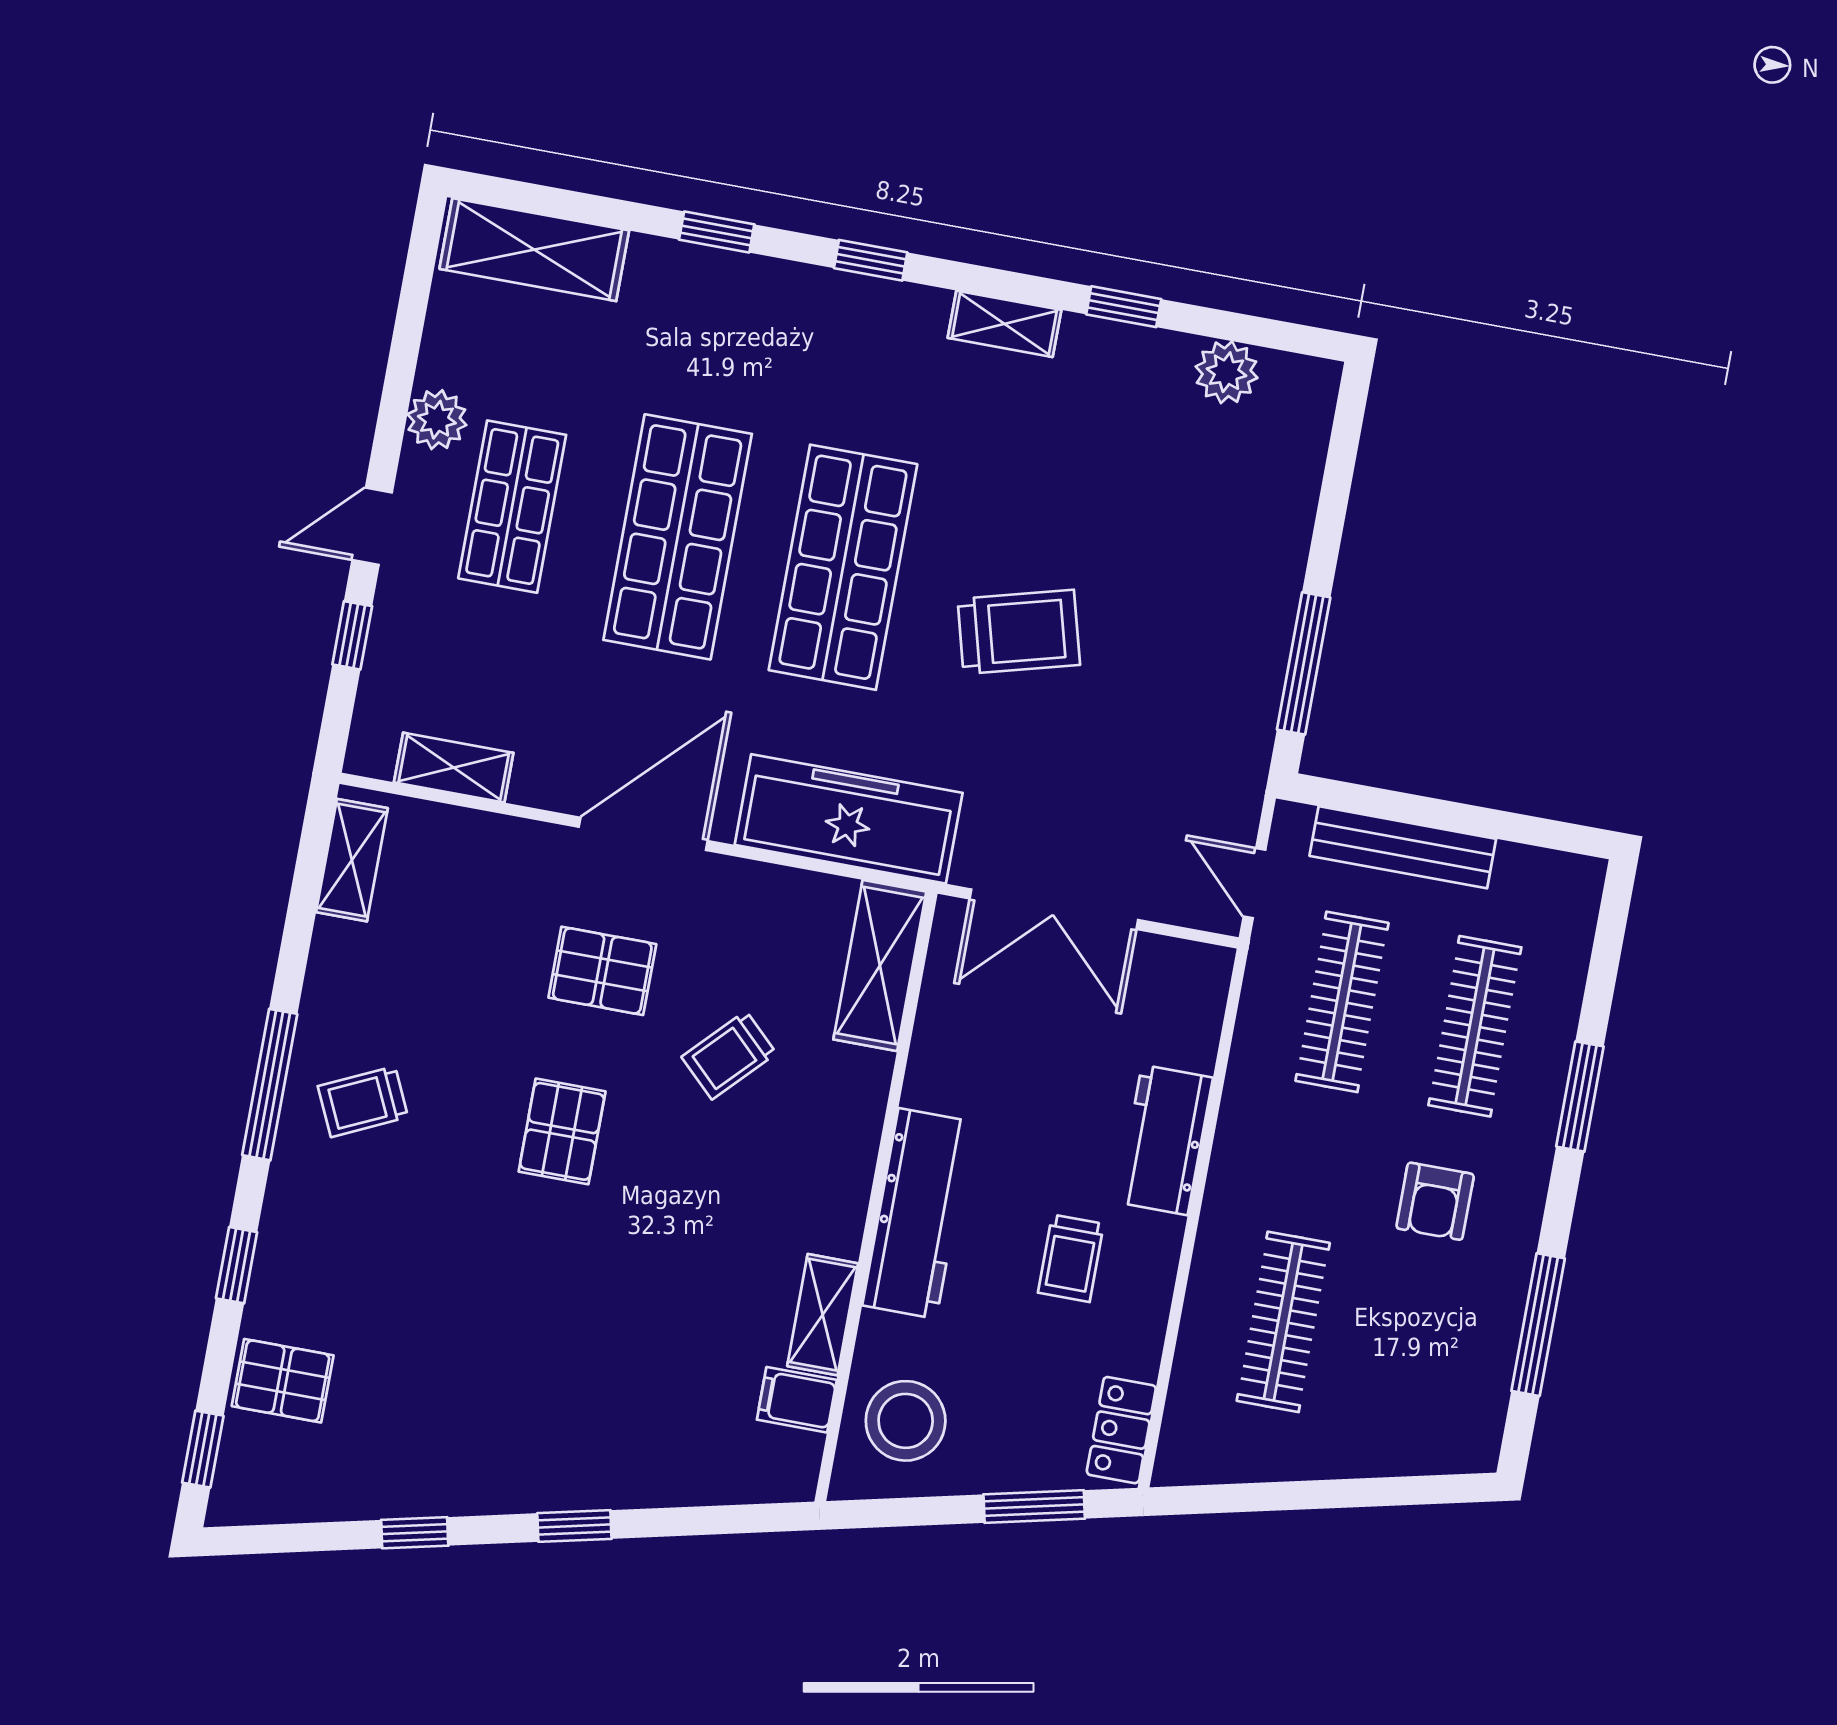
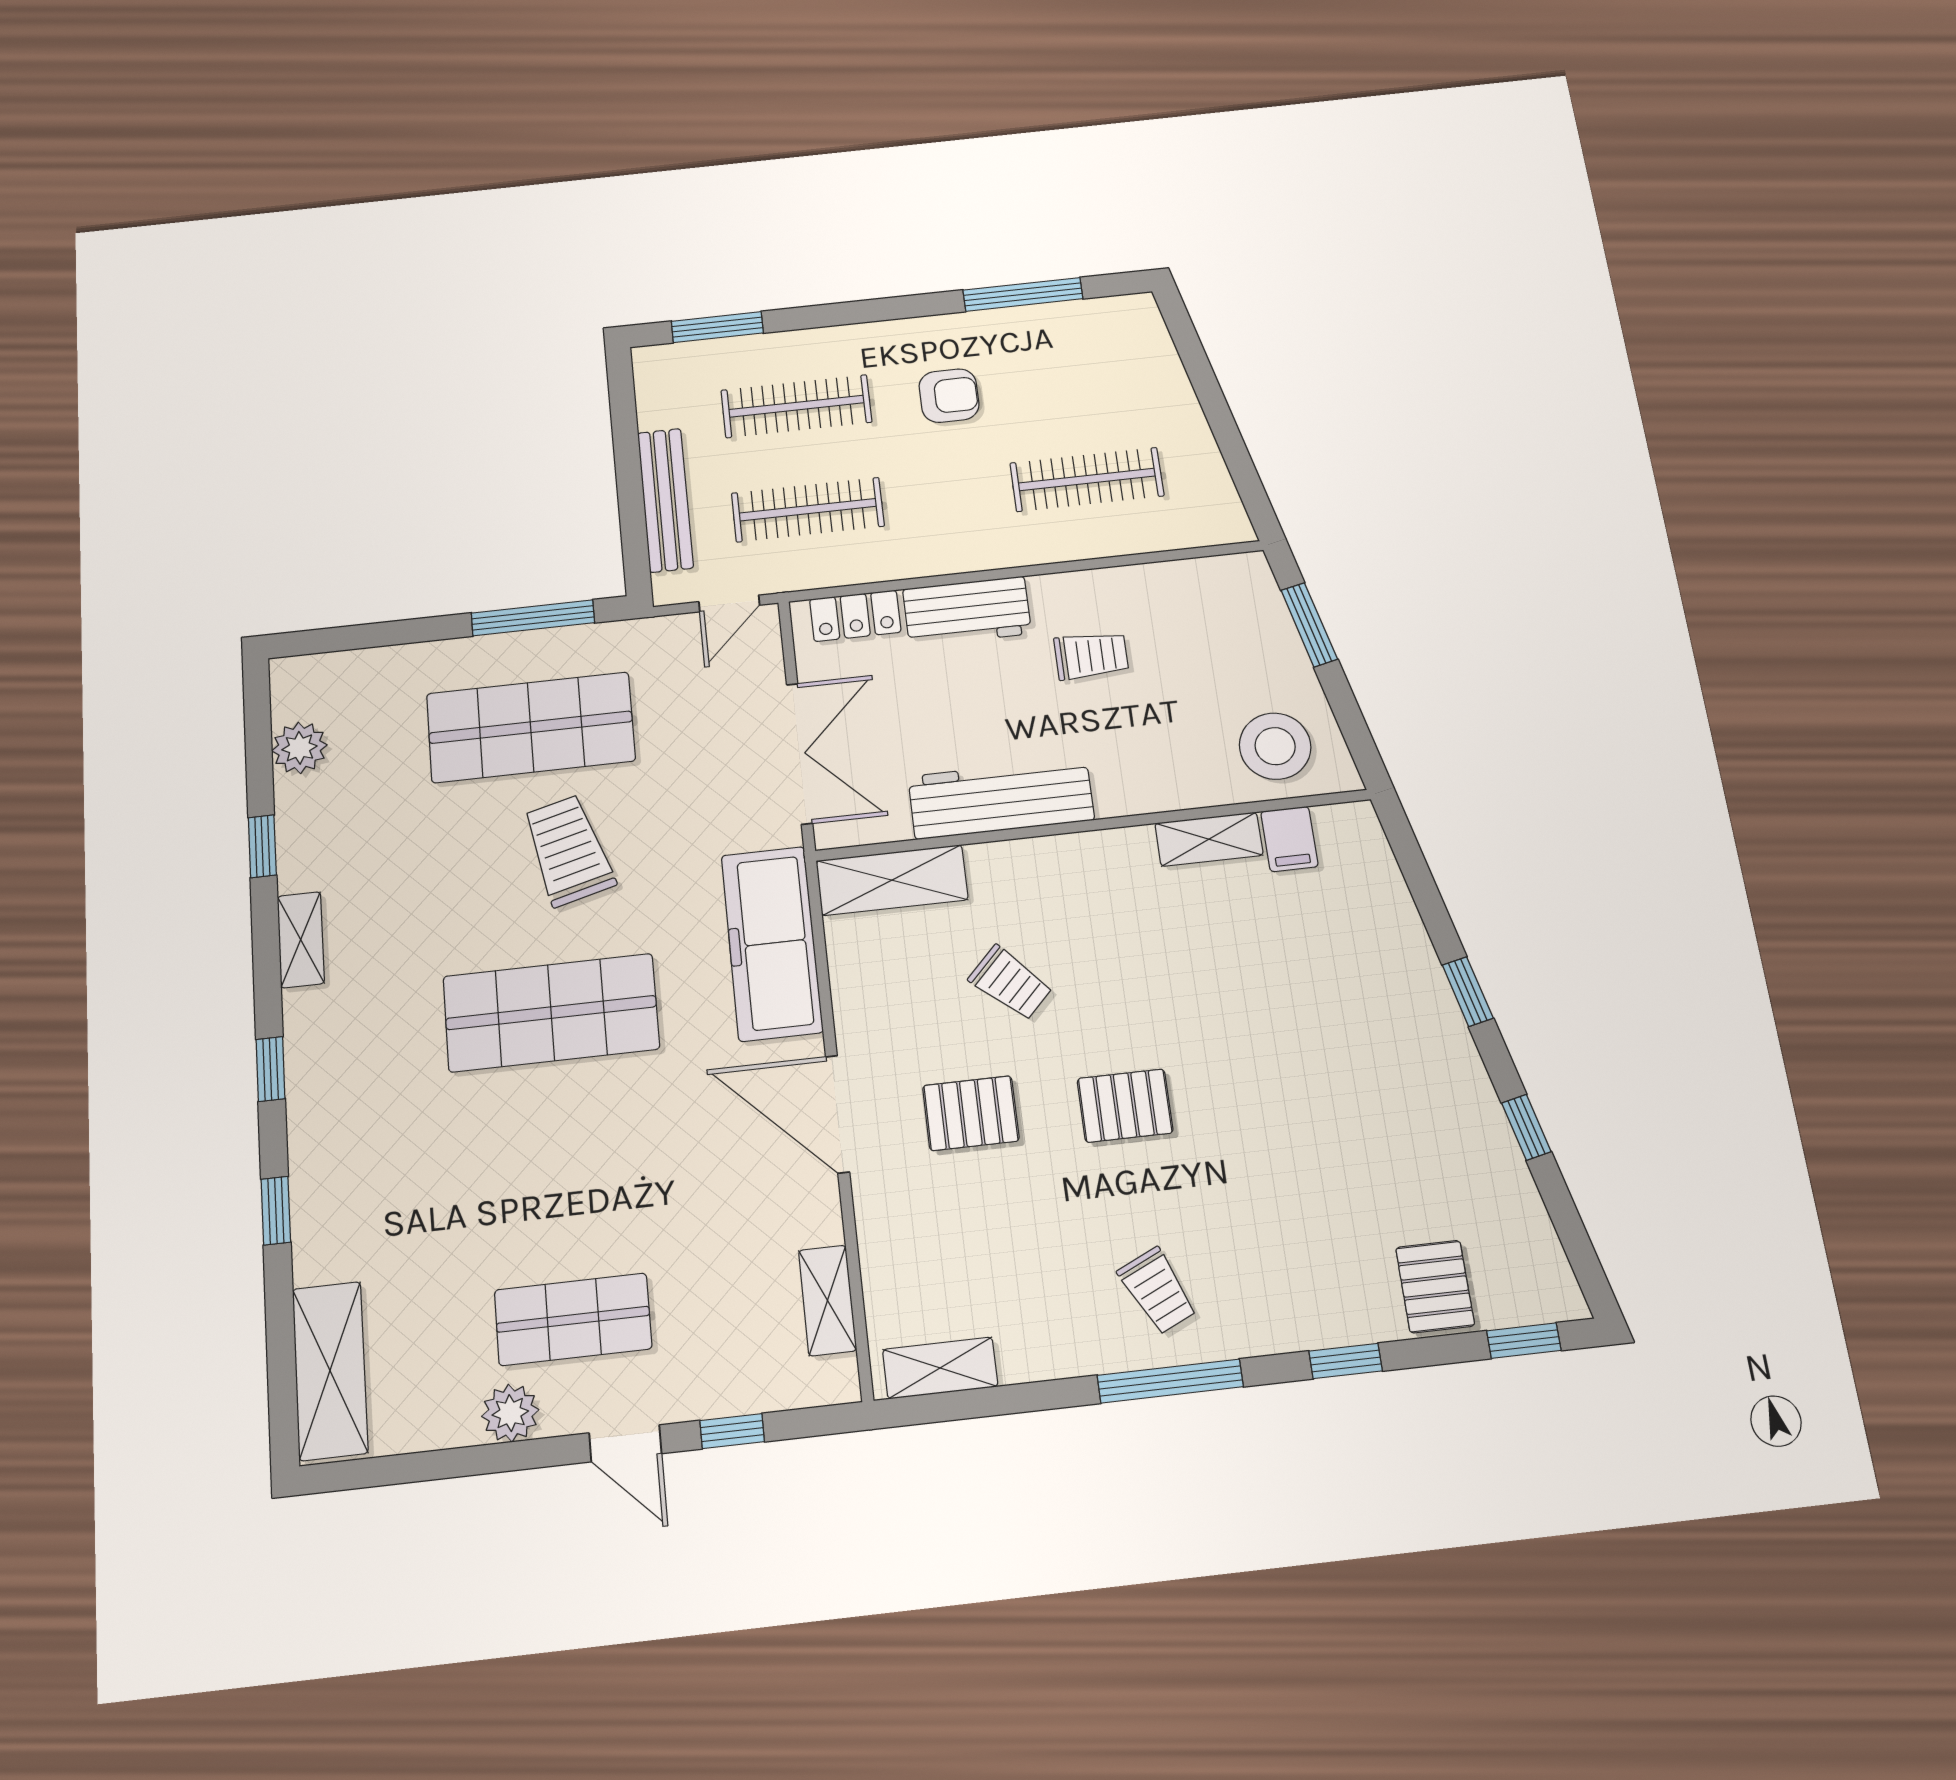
shop shelf: (678, 537) -> (531, 727), moved
pallet: (602, 971) -> (971, 1113), turned 90
window: (1580, 1096) -> (717, 327), moved
workbench: (917, 1213) -> (1001, 798), moved
locker: (1121, 1430) -> (855, 616), moved

